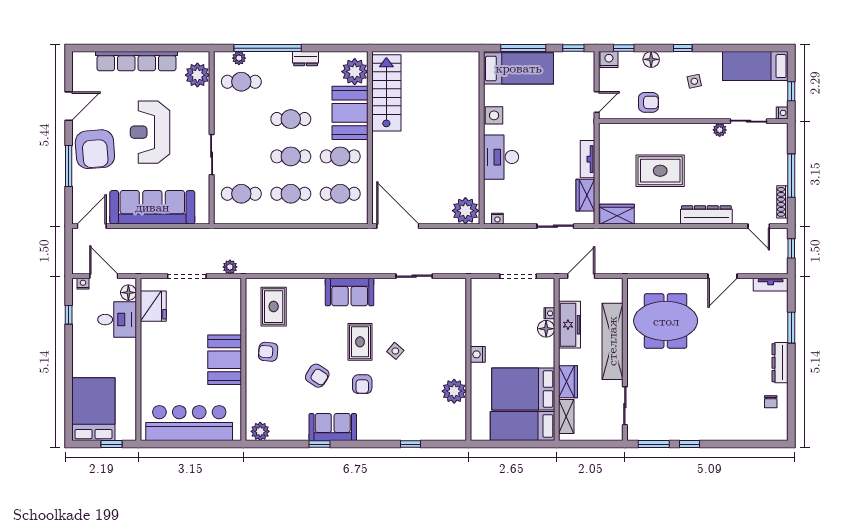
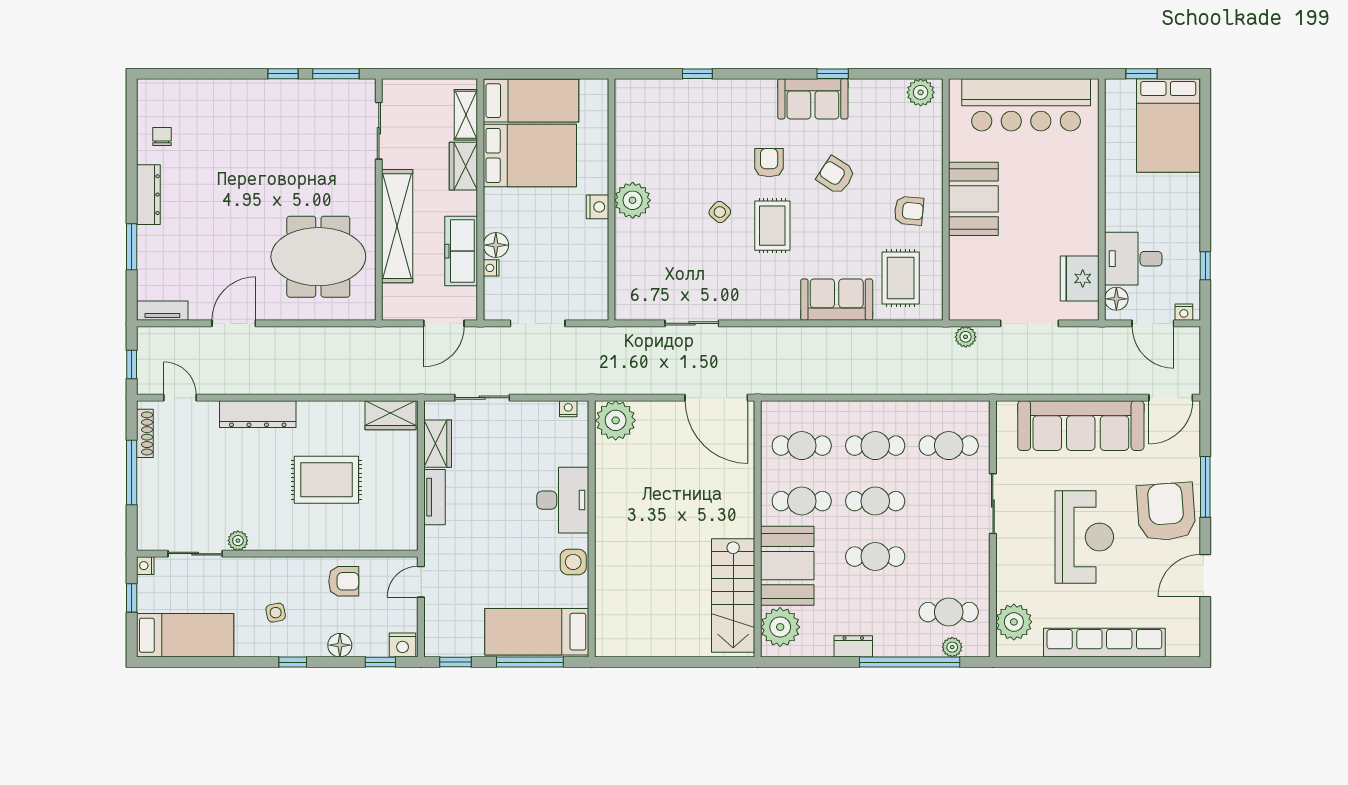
armchair: (649, 102) -> (344, 581), turned 180
sofa: (350, 292) -> (837, 300), moved
plant: (454, 391) -> (633, 200), moved

